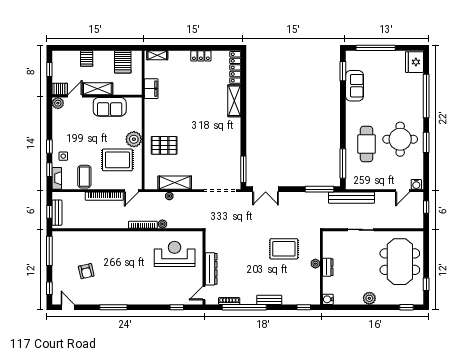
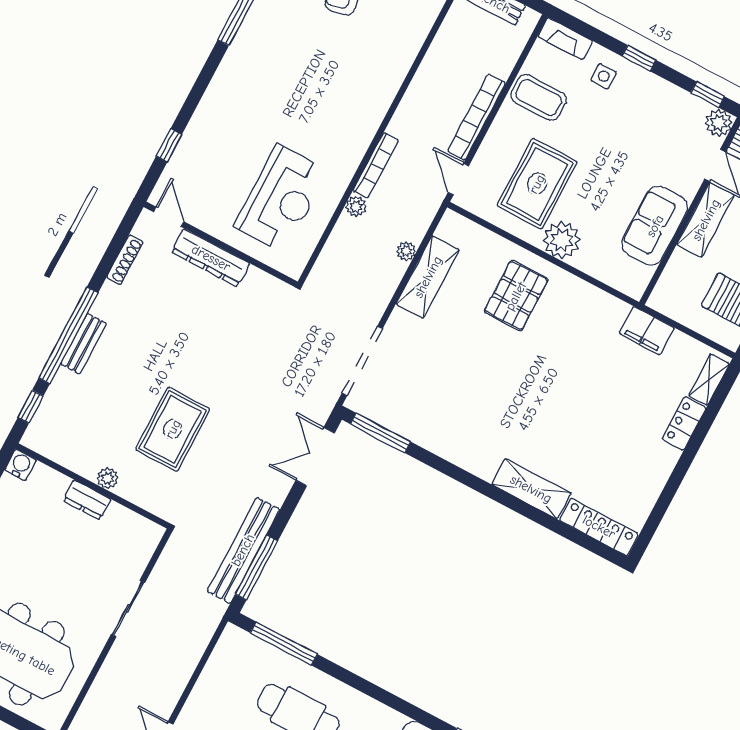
locker: (201, 56) -> (684, 423), moved
window: (49, 170) -> (708, 95), moved
bench: (351, 198) -> (243, 550), moved
window: (244, 307) -> (68, 335), moved

